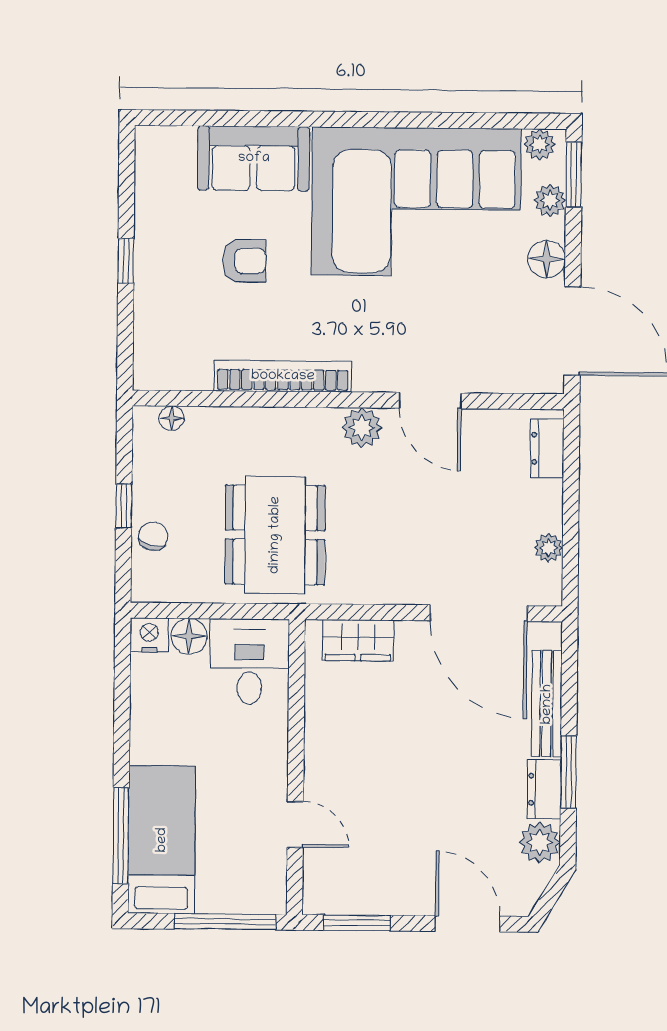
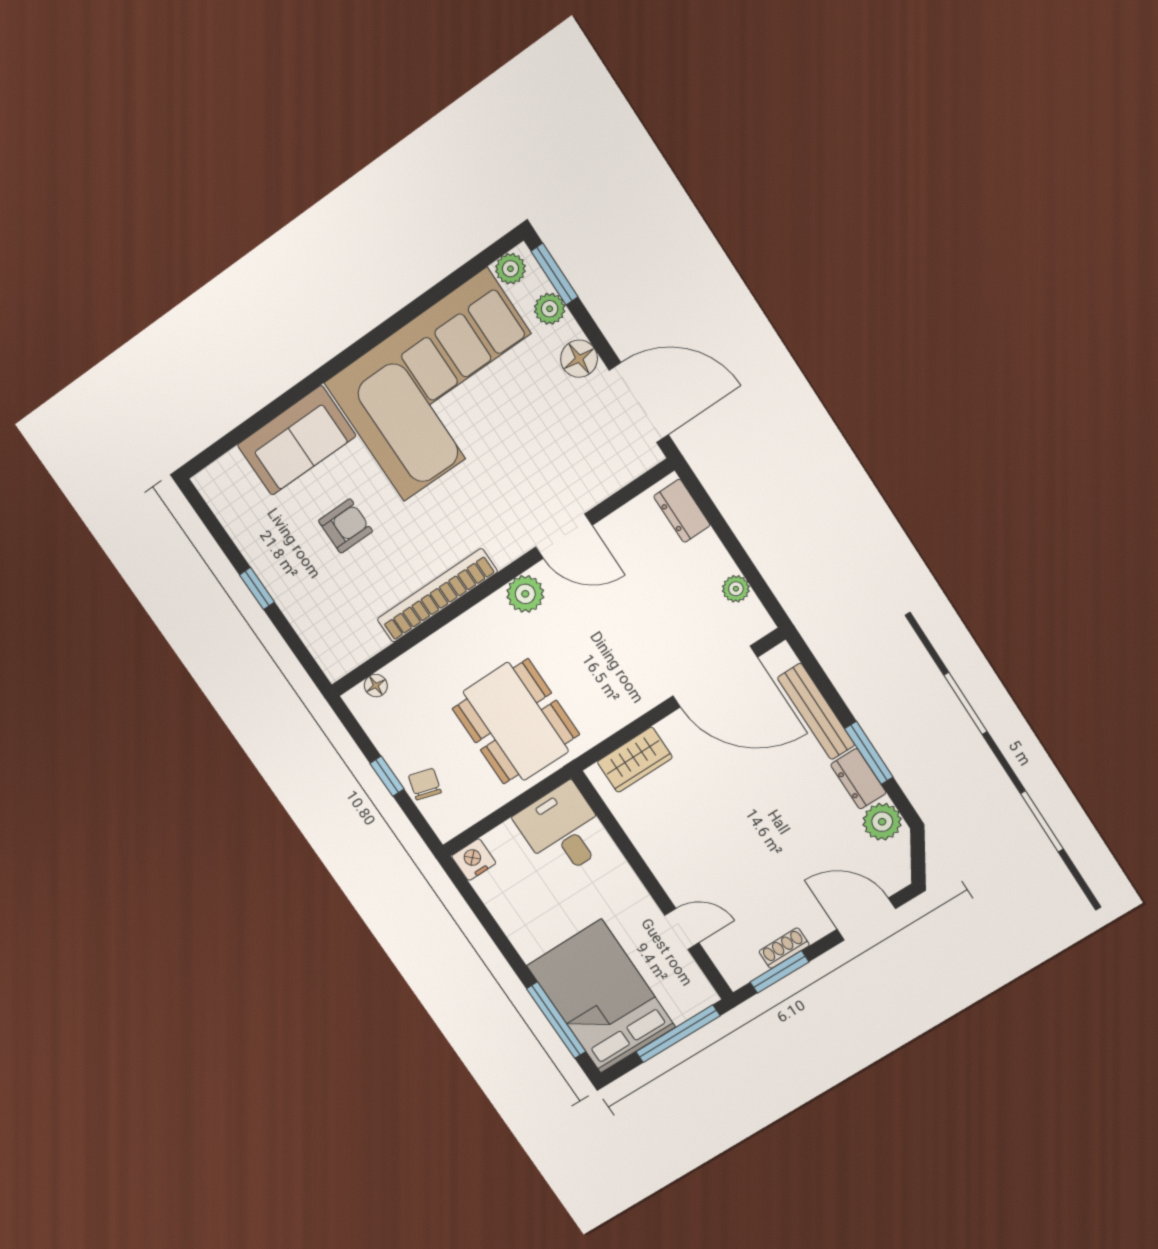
floor lamp: (189, 636) -> (504, 841), removed
bed: (162, 840) -> (601, 996), width x1.50
shoe rack: (376, 903) -> (784, 948), added

